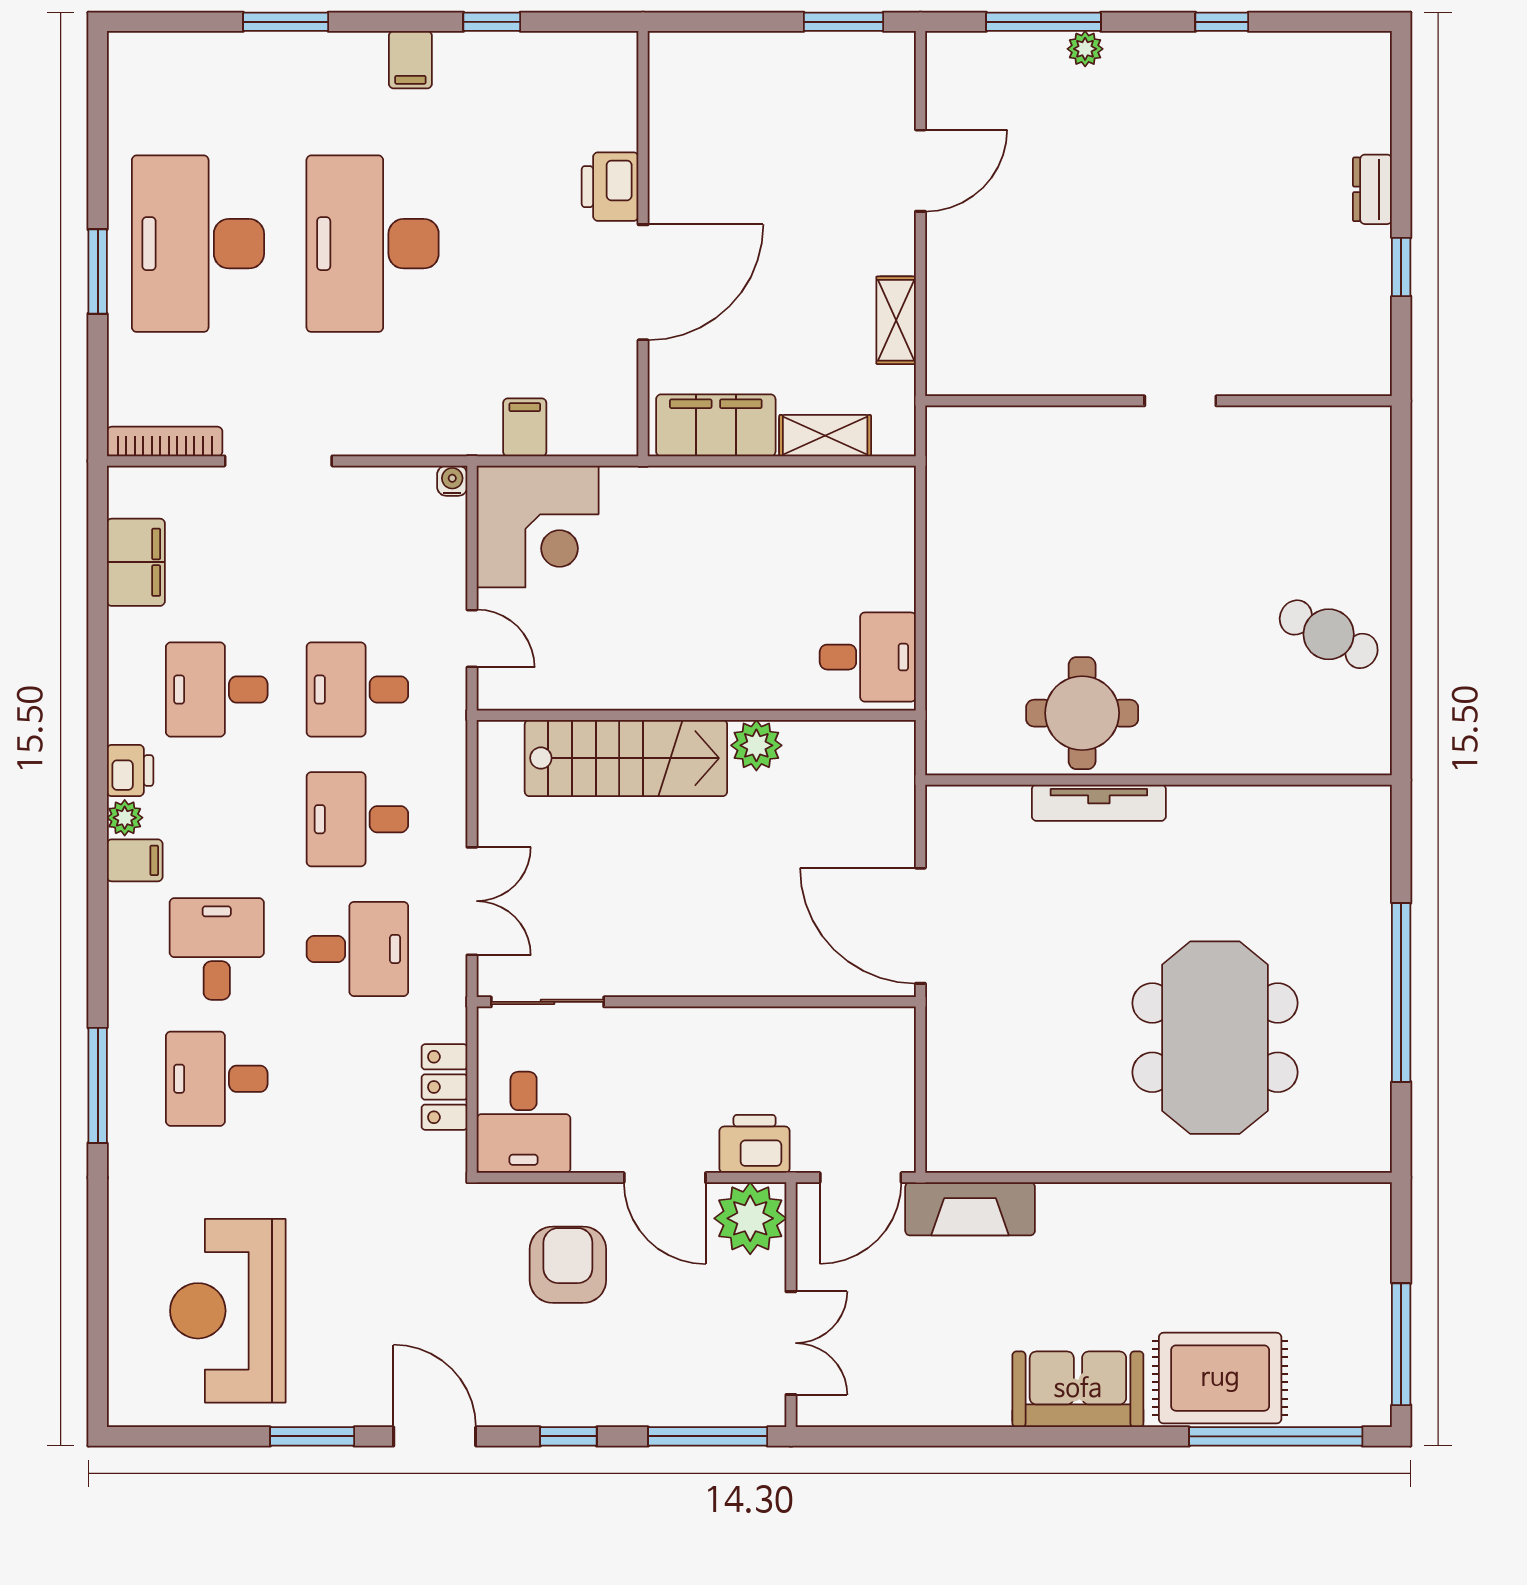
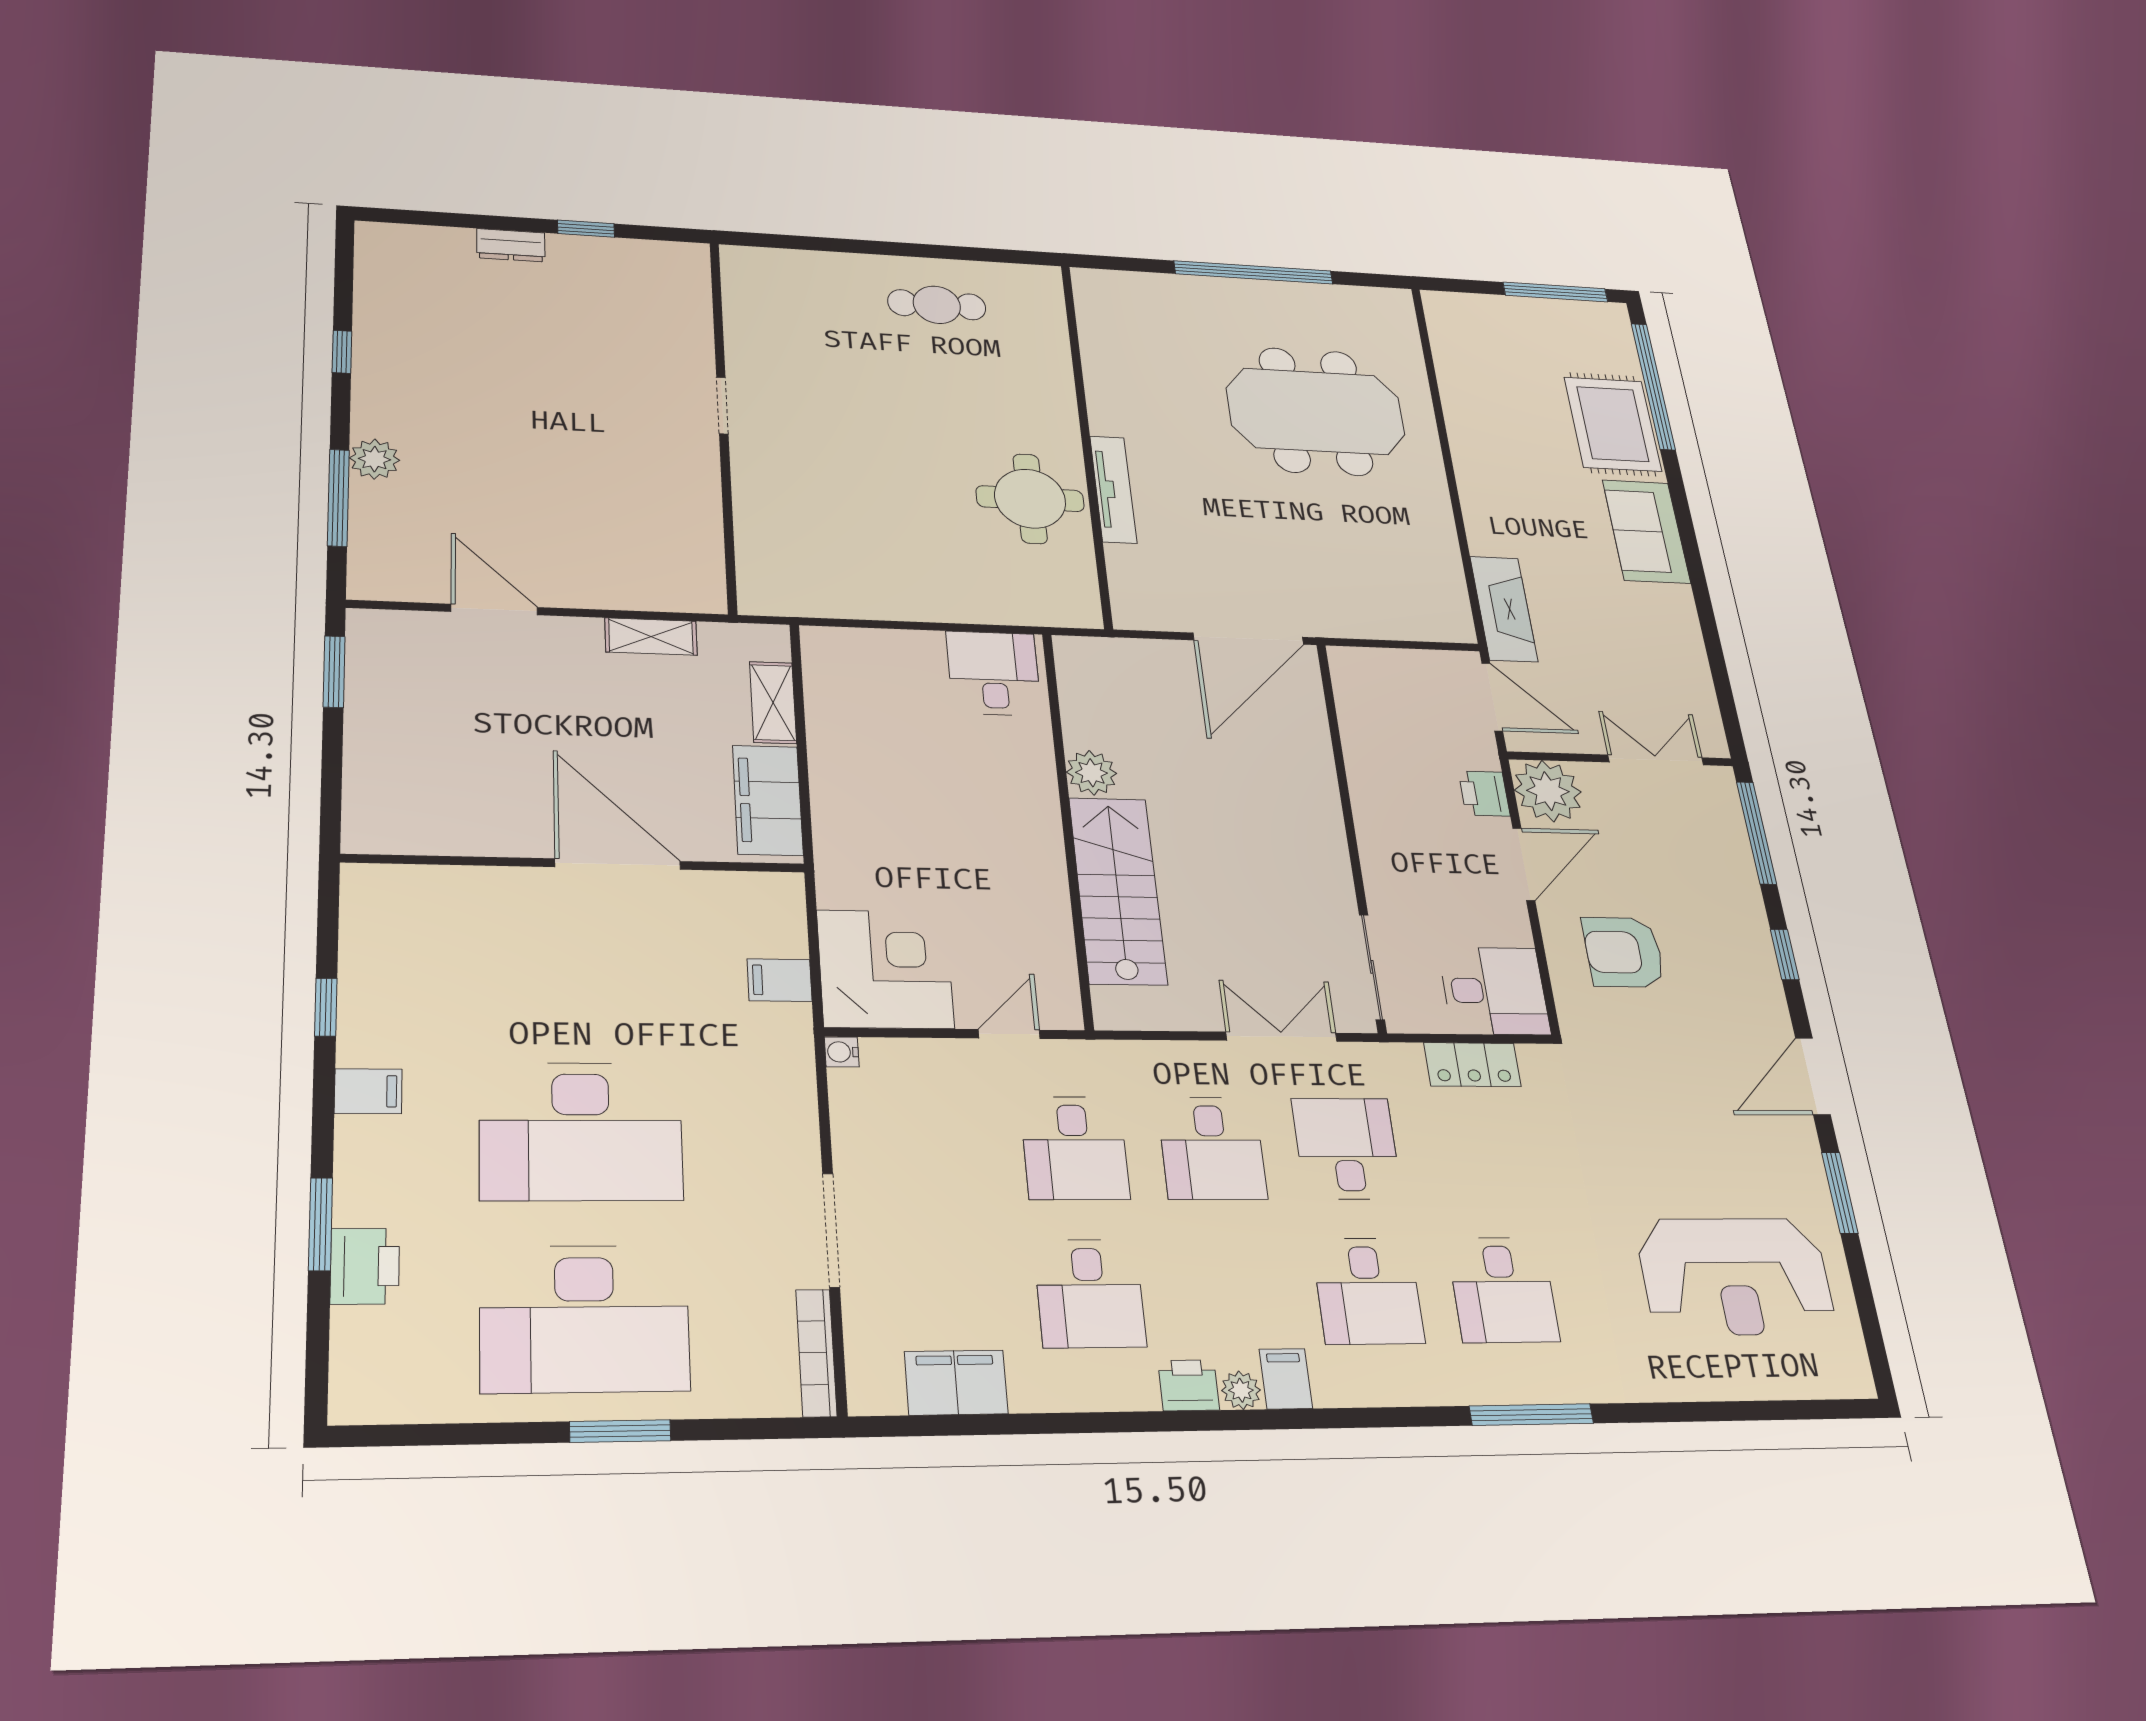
plant: (1085, 49) -> (375, 459), width x1.38, depth x1.38
printer: (610, 187) -> (365, 1266), moved, turned -90
cafe table: (1329, 634) -> (937, 305), turned 63
desk: (217, 949) -> (1368, 1291), turned -90
printer: (755, 1144) -> (1484, 794), width x0.73, depth x0.81

